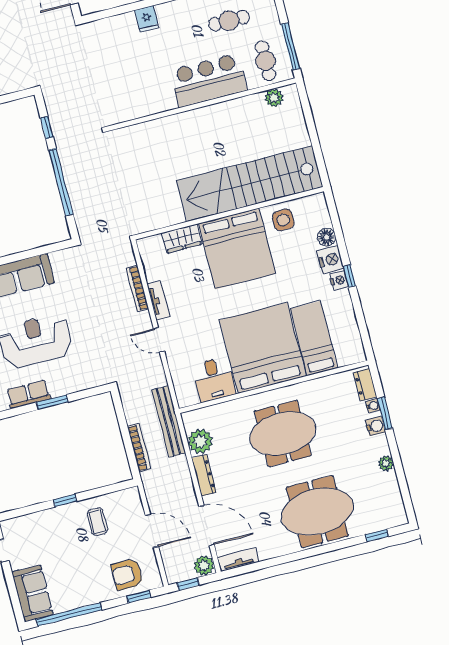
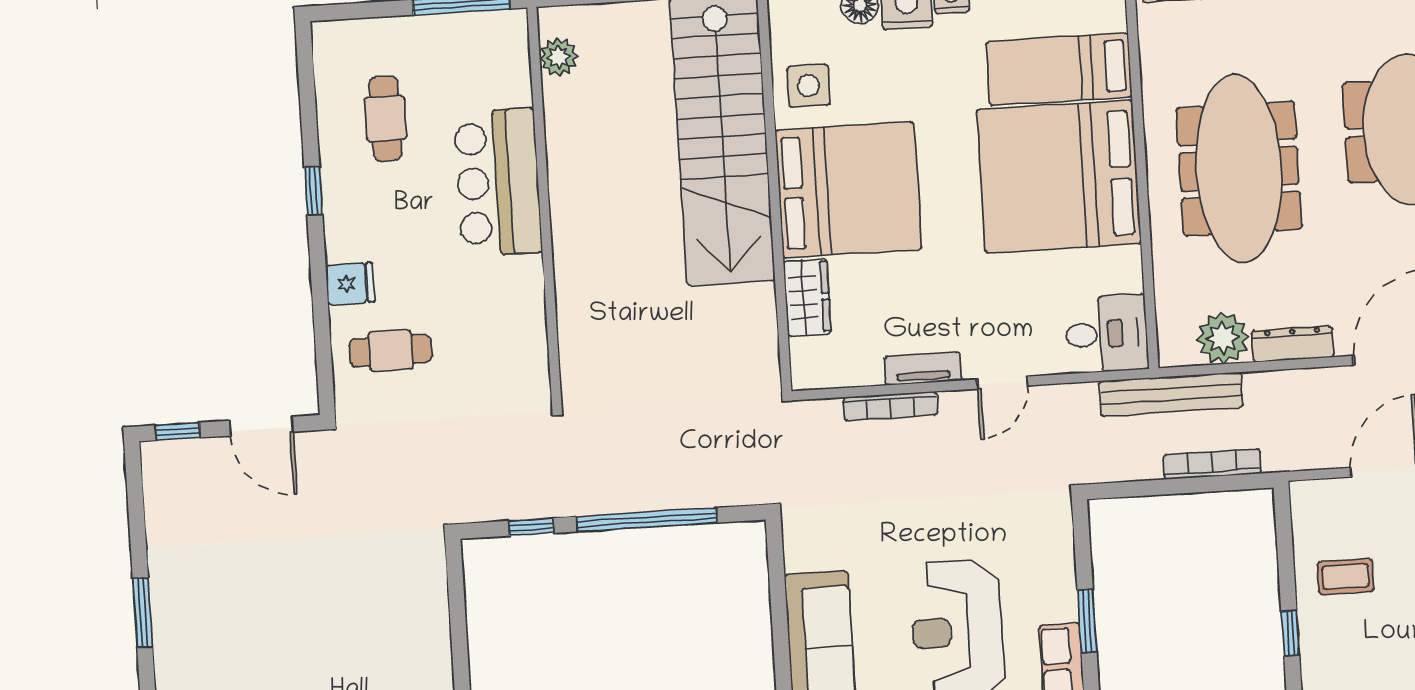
cafe table: (266, 61) -> (391, 351), moved
desk: (214, 379) -> (1106, 334), moved
meeting table: (283, 434) -> (1239, 169), width x1.36

